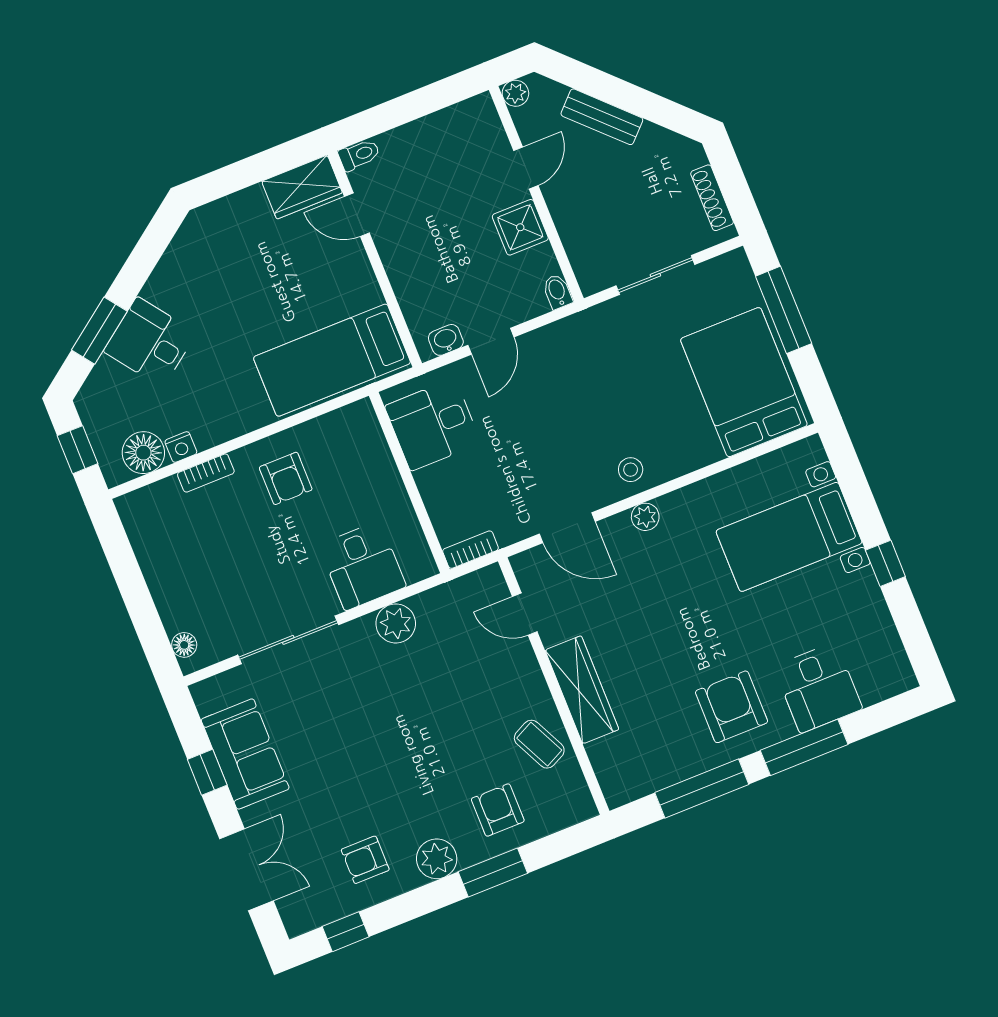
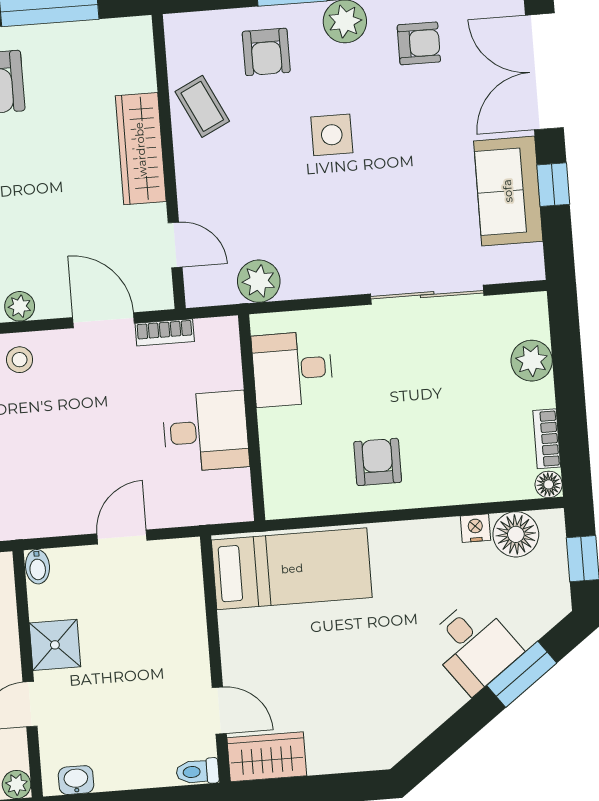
washbasin: (446, 340) -> (76, 780), moved, turned 180
desk: (433, 425) -> (206, 432), moved
bookcase: (206, 473) -> (547, 439), moved, turned -90
bookcase: (471, 550) -> (165, 332), moved
desk: (363, 566) -> (292, 369), moved, turned -90
plant: (178, 611) -> (532, 361), added
plant: (396, 623) -> (259, 281), moved
floor lamp: (184, 645) -> (549, 484), moved
side table: (417, 755) -> (332, 135), added
double door: (246, 870) -> (544, 71), width x1.37

